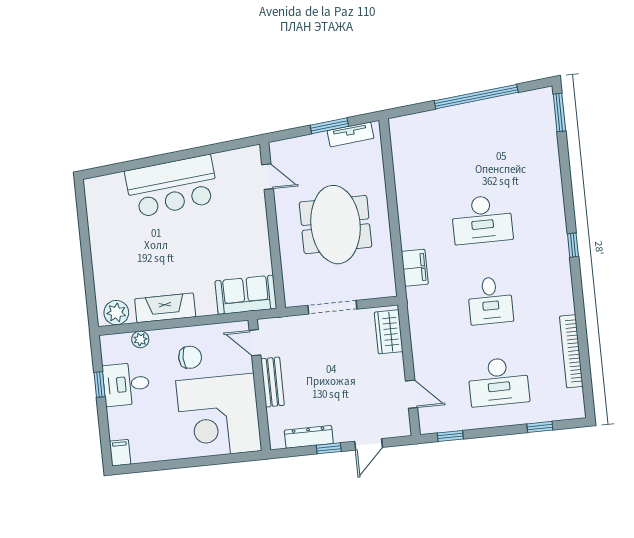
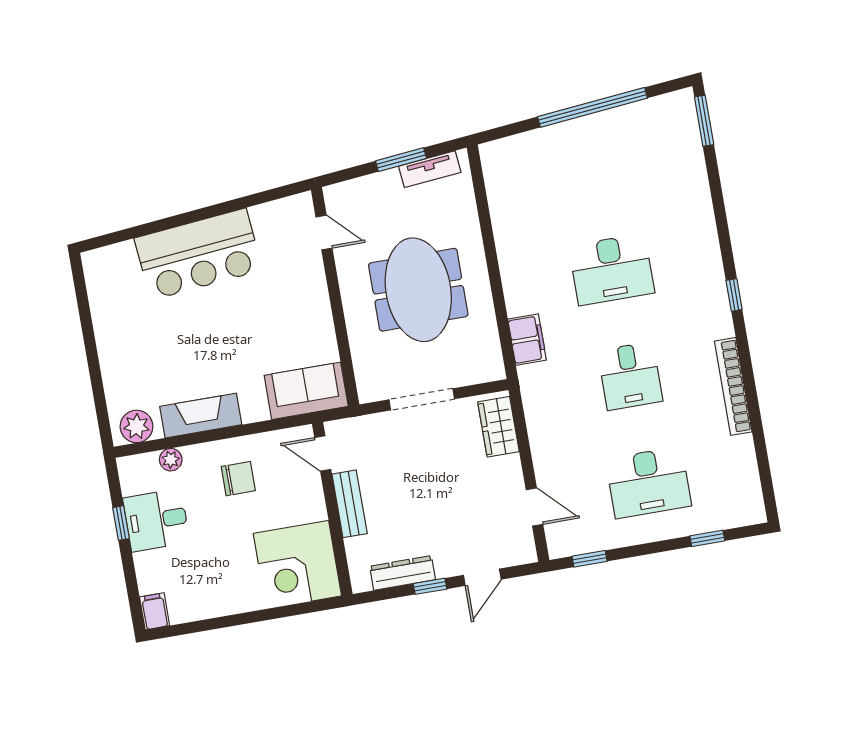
bookcase: (571, 351) -> (733, 386), moved
corner desk: (219, 416) -> (297, 565), width x0.74, depth x0.74

